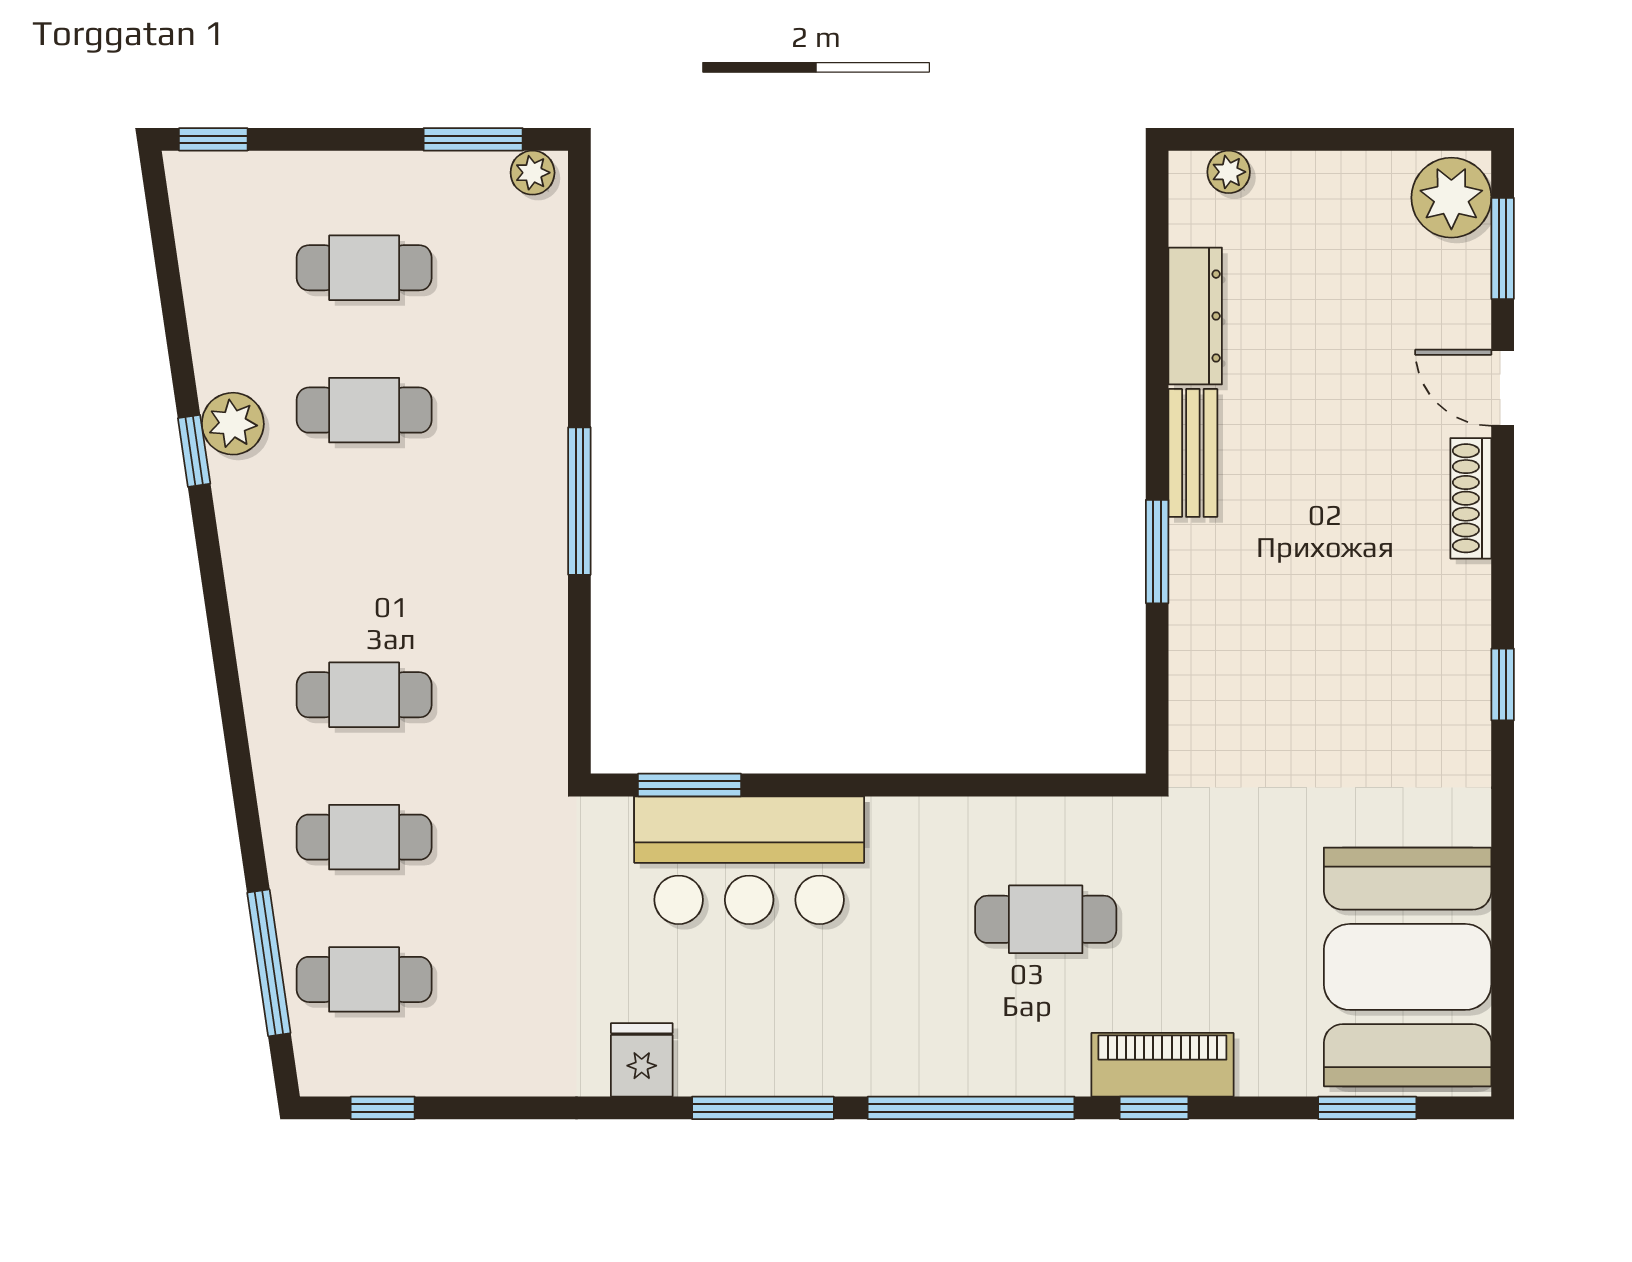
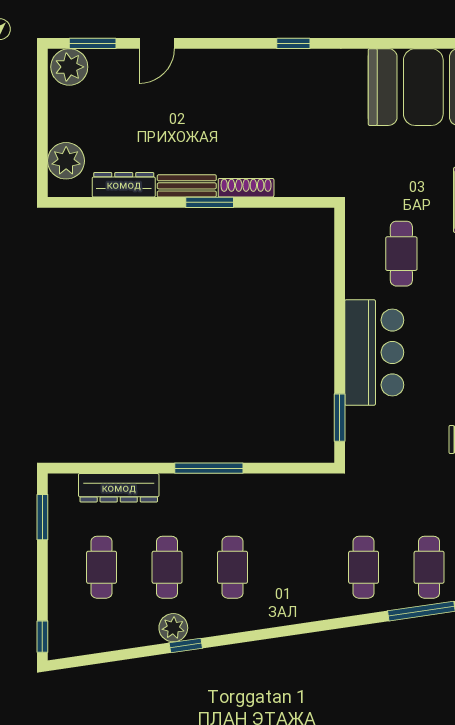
plant: (1229, 172) -> (66, 161), width x1.88, depth x1.88
plant: (533, 173) -> (58, 490), removed
dresser: (537, 305) -> (119, 488), added
shoe rack: (1471, 498) -> (246, 188), moved, turned 180
window: (1157, 552) -> (210, 202), moved
cafe table: (364, 695) -> (233, 567), moved
bar counter: (749, 860) -> (374, 352), moved

